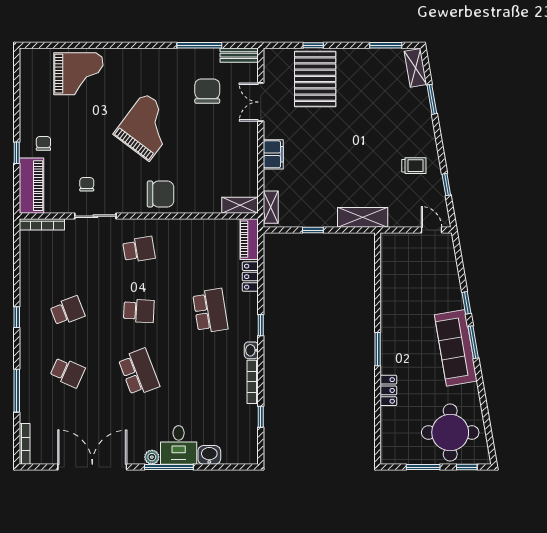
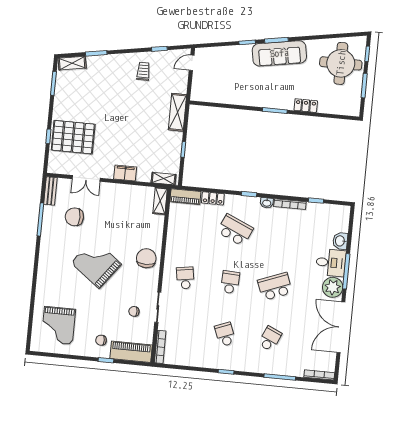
grand piano: (78, 74) -> (58, 326), moved, turned 180
school desk: (210, 311) -> (235, 230), turned 33
plant: (152, 457) -> (333, 287), width x1.88, depth x1.88

